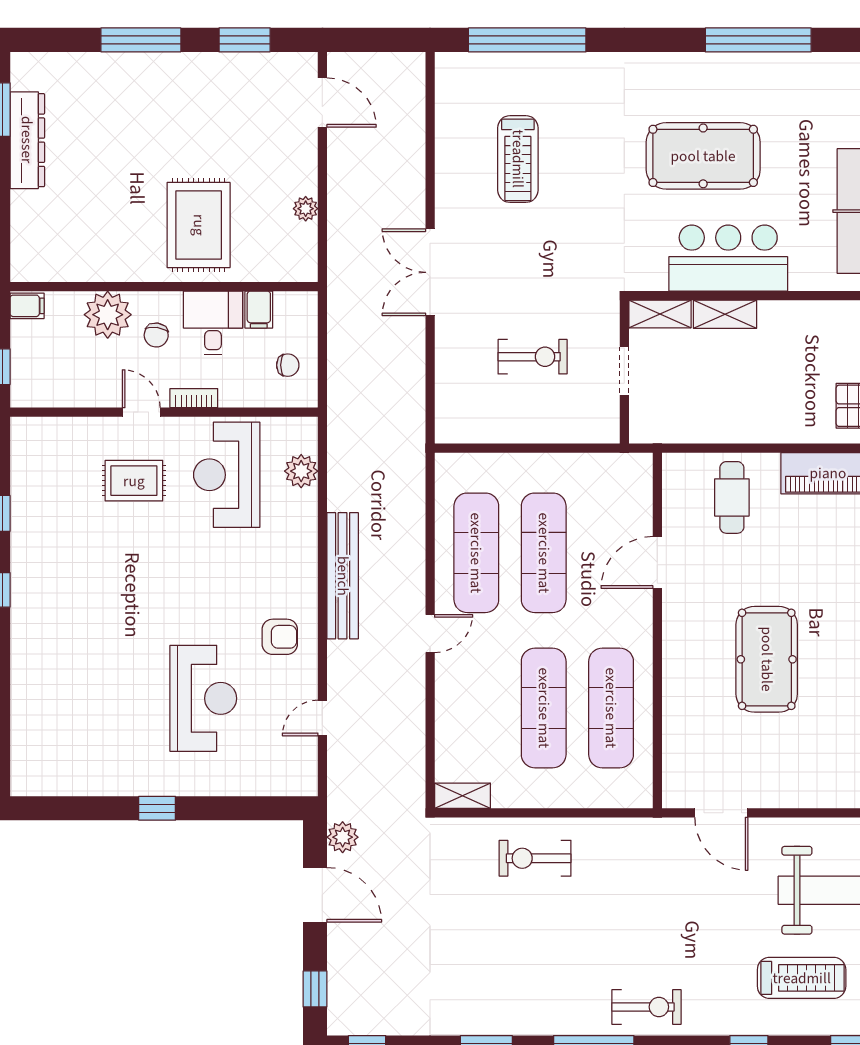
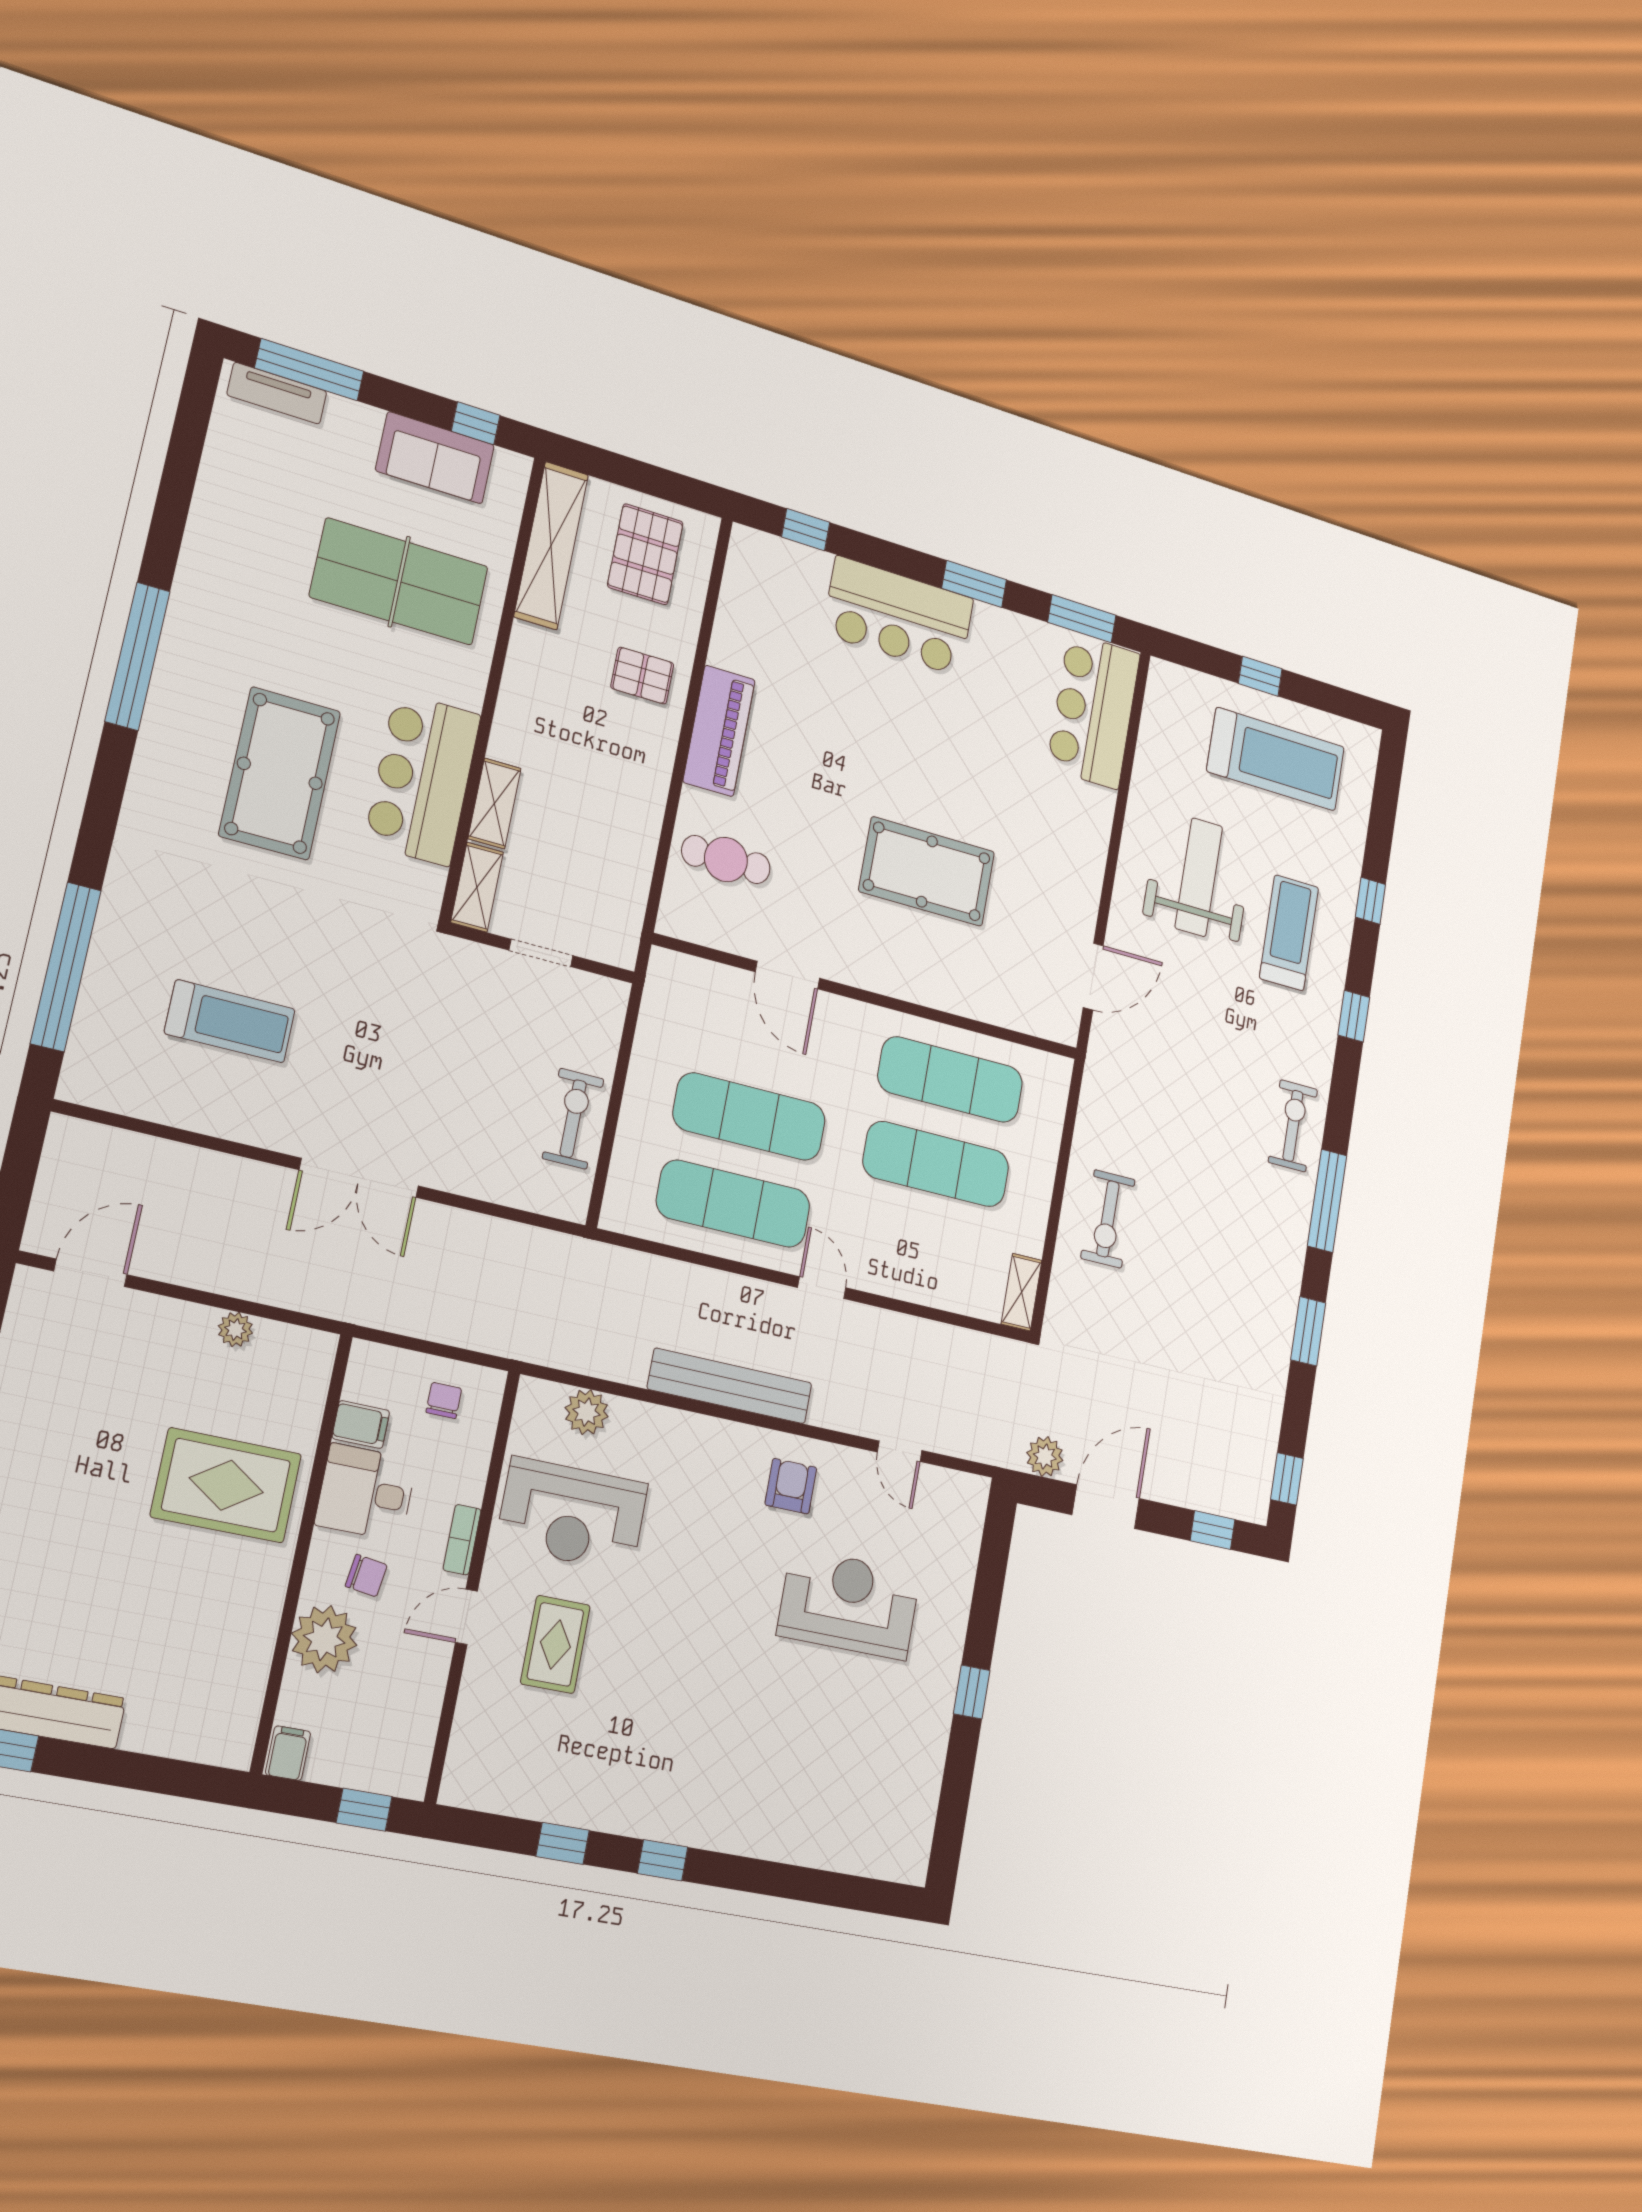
exercise bike: (533, 357) -> (573, 1119), moved

